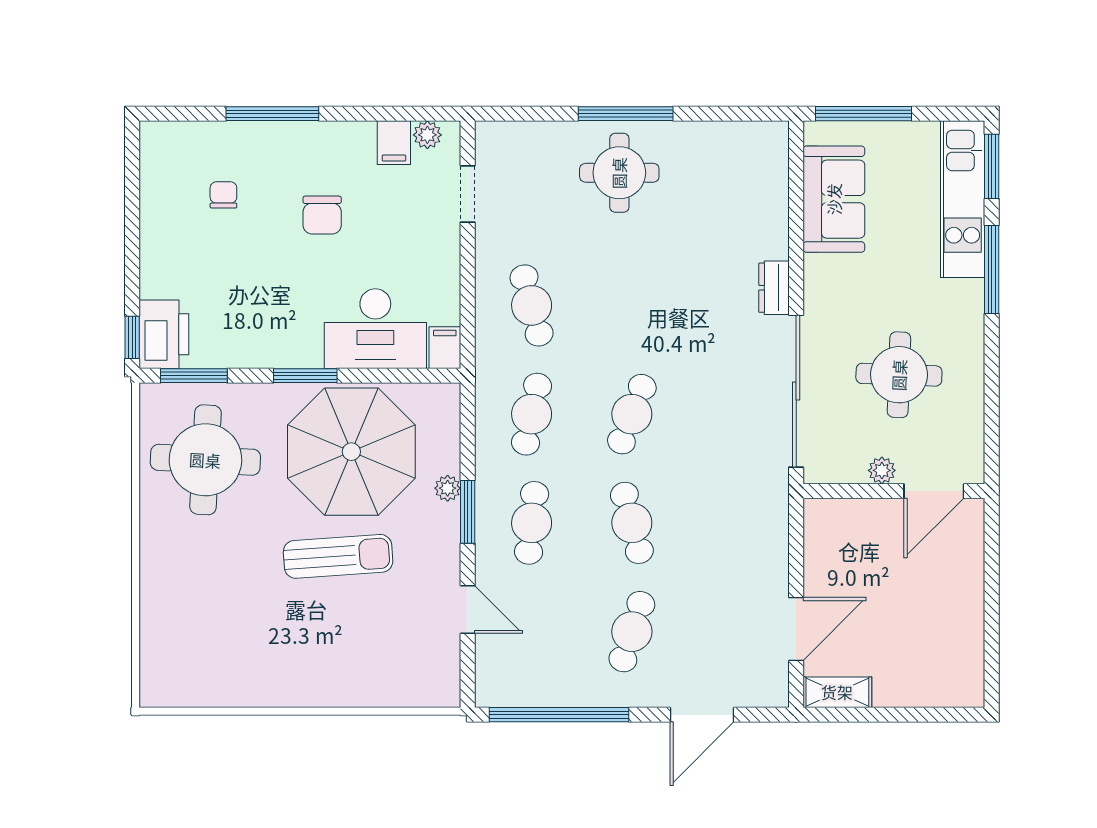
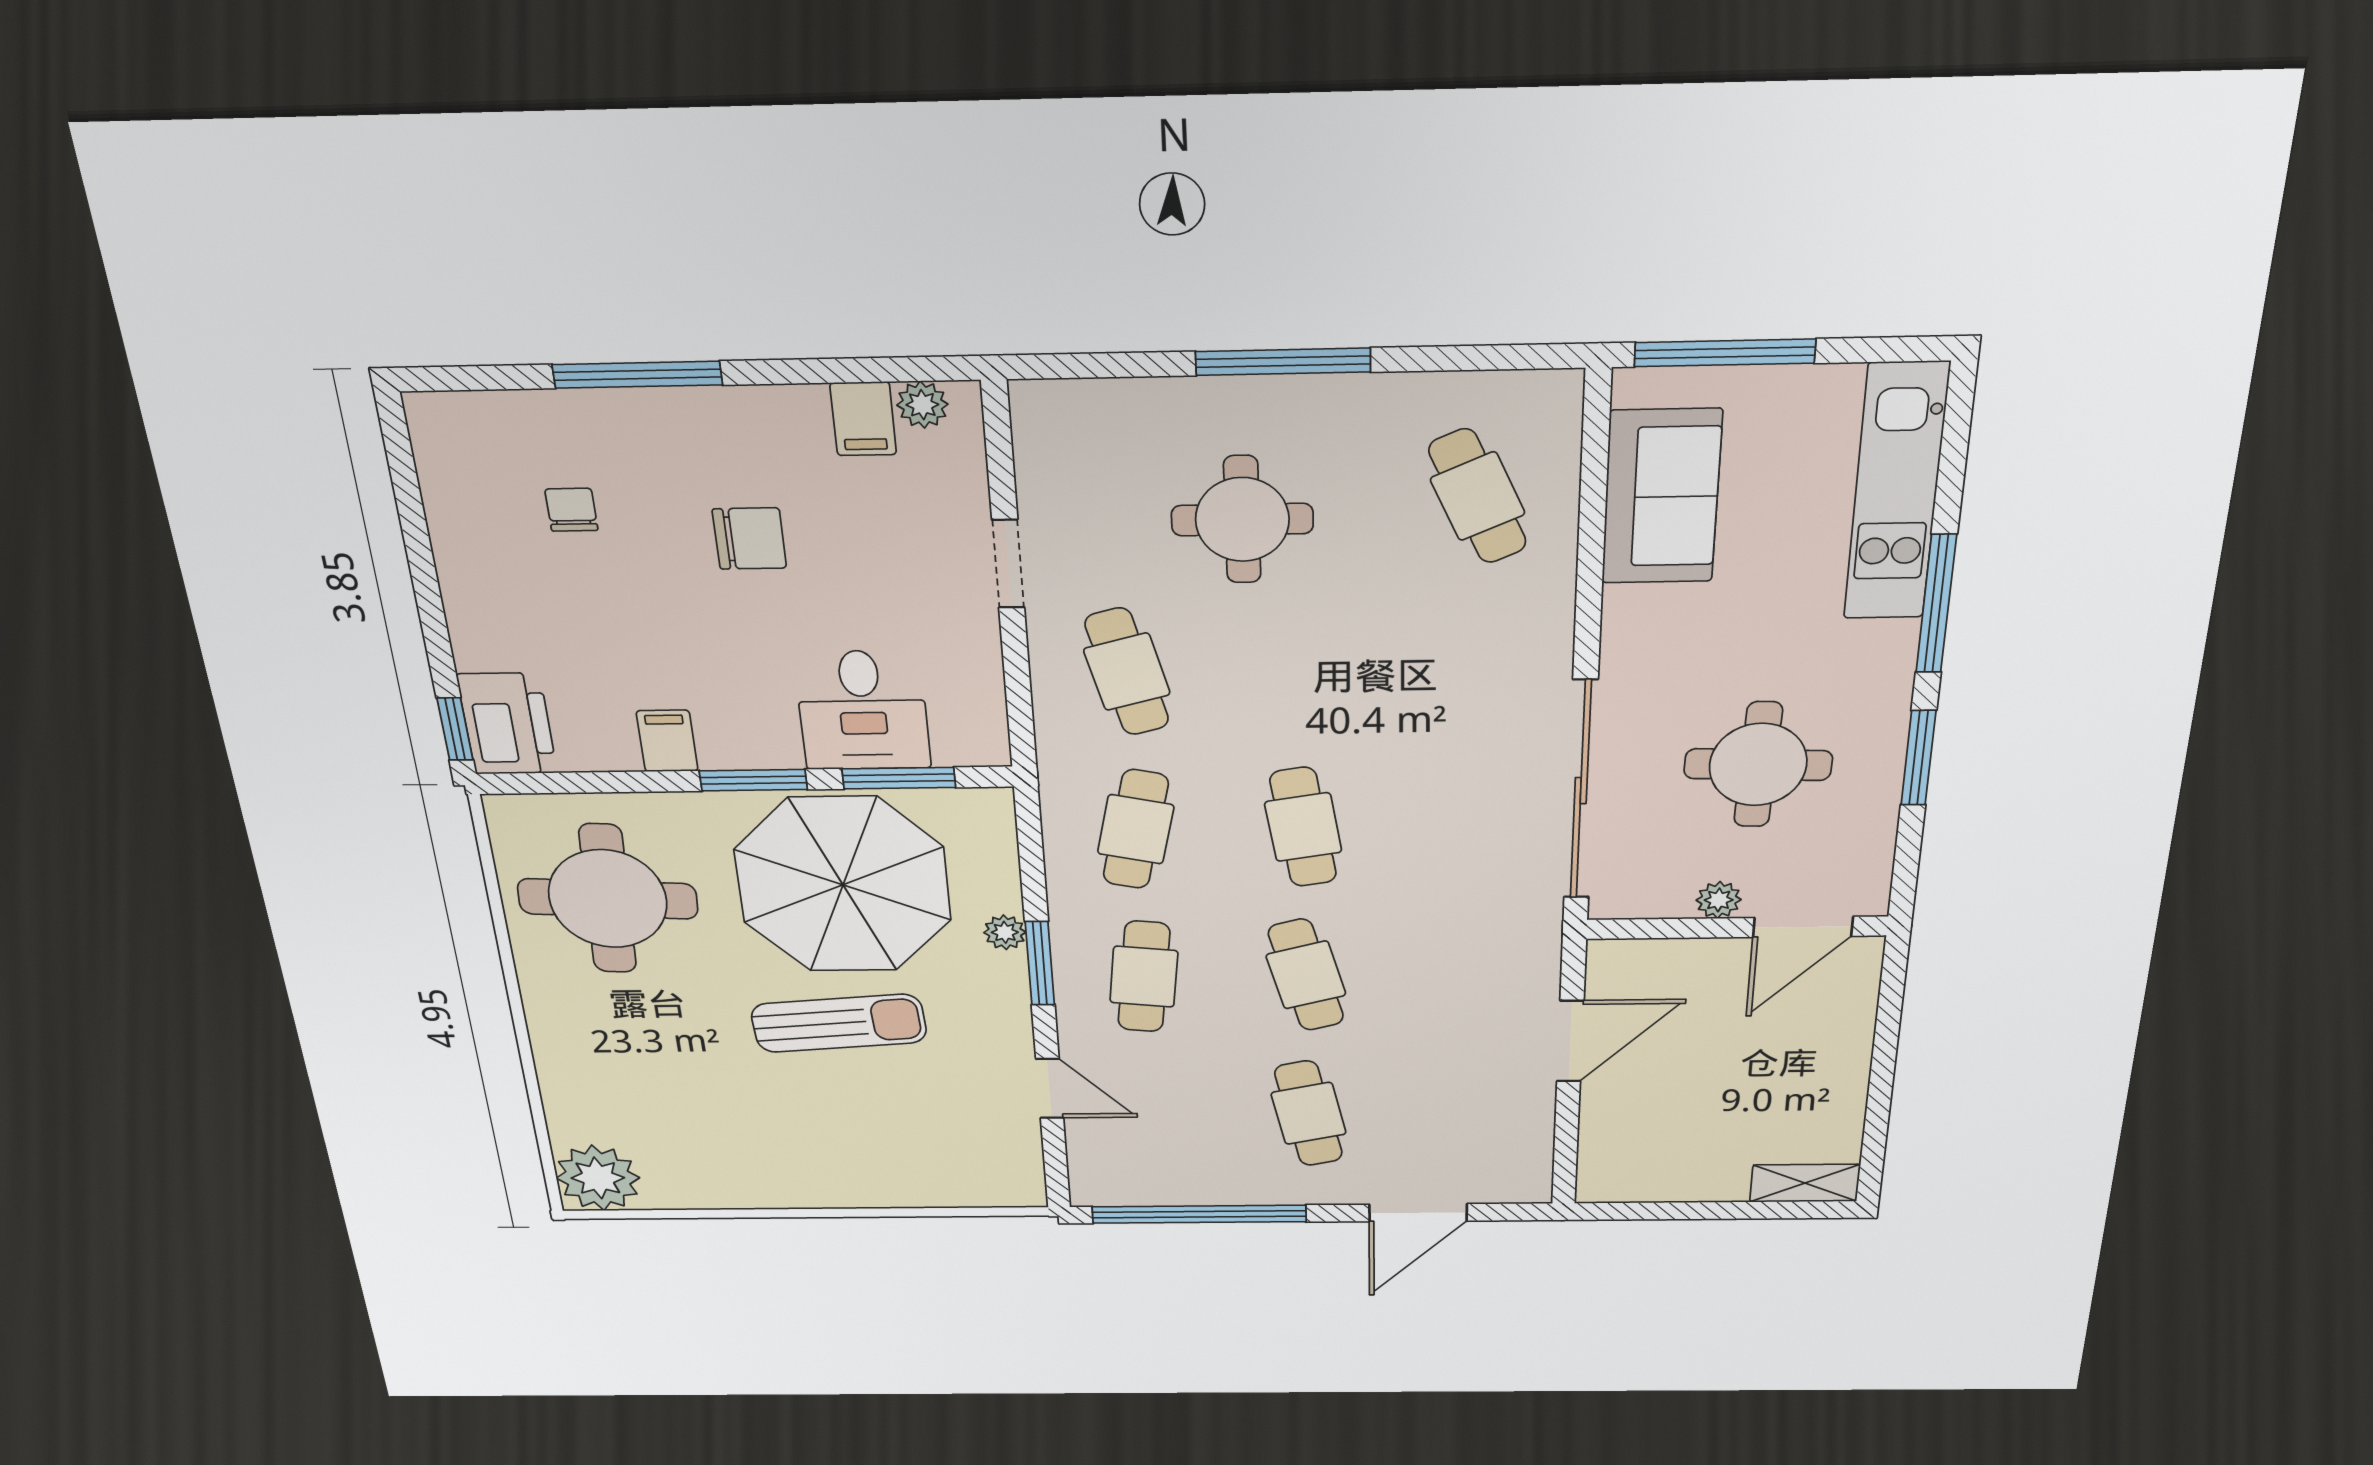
window: (992, 166) -> (1918, 758), moved
round table: (619, 173) -> (1242, 520), moved
doorway: (468, 194) -> (1008, 564), moved
cafe table: (732, 197) -> (1478, 496), added
chair: (322, 215) -> (749, 539), turned -90
dresser: (774, 288) -> (1548, 638), removed
desk: (375, 329) -> (863, 710), width x0.73
filing cabinet: (445, 348) -> (667, 741), moved
window: (194, 376) -> (899, 778), moved
cafe table: (632, 414) -> (1303, 827), turned -30
door: (796, 629) -> (1570, 1041), moved
cafe table: (632, 632) -> (1309, 1113), turned -30
plant: (167, 680) -> (598, 1178), added
shelving: (837, 692) -> (1805, 1183), moved

